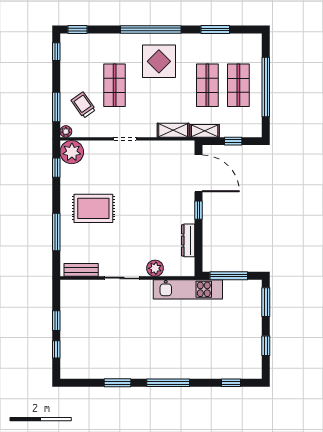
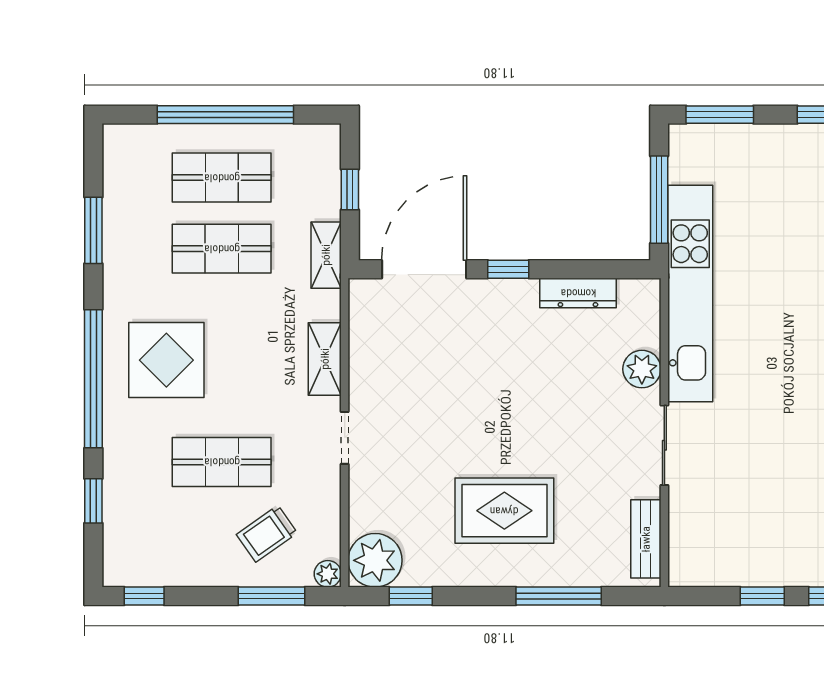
window: (78, 29) -> (93, 501), moved
shelving: (173, 130) -> (325, 359), moved
rug: (93, 208) -> (504, 511), turned 90
kitchen unit: (188, 289) -> (690, 294), width x1.36

